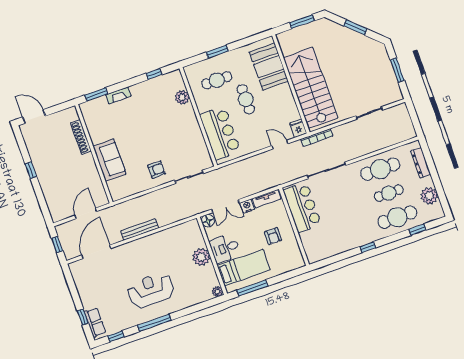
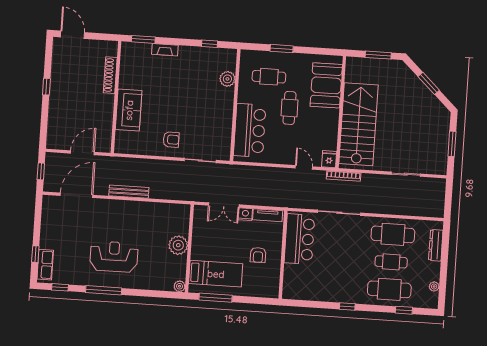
plant: (429, 196) -> (434, 286), width x0.53, depth x0.53
floor lamp: (208, 221) -> (200, 212), removed
desk: (225, 248) -> (205, 247), removed

